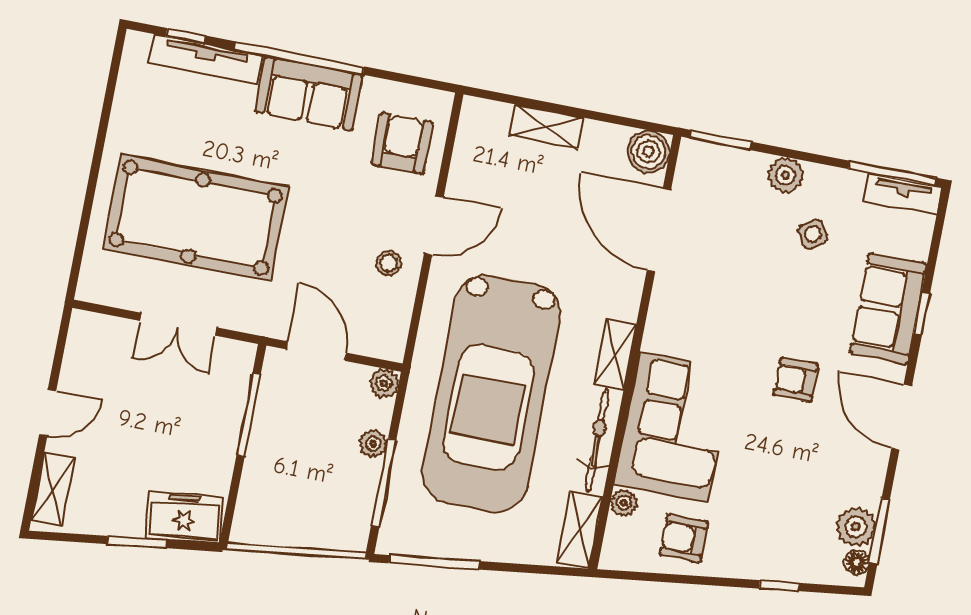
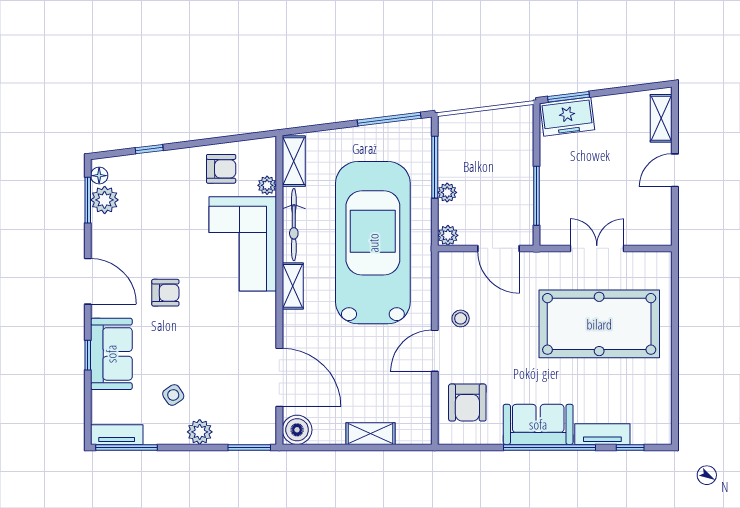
tv unit: (205, 59) -> (602, 434), width x0.71
window: (137, 542) -> (569, 97), moved

